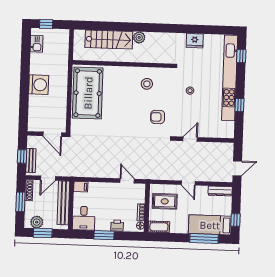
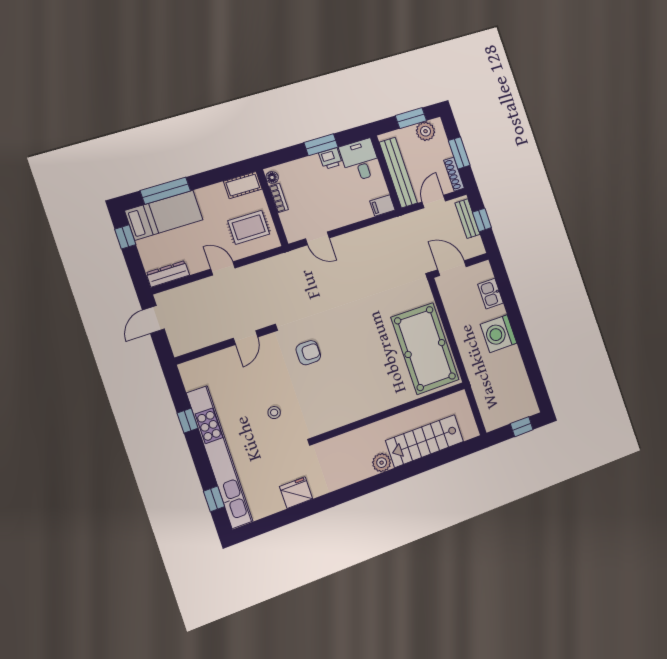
kitchen sink: (37, 44) -> (491, 294), moved
stool: (147, 84) -> (344, 397), removed
printer: (117, 226) -> (330, 159), moved

